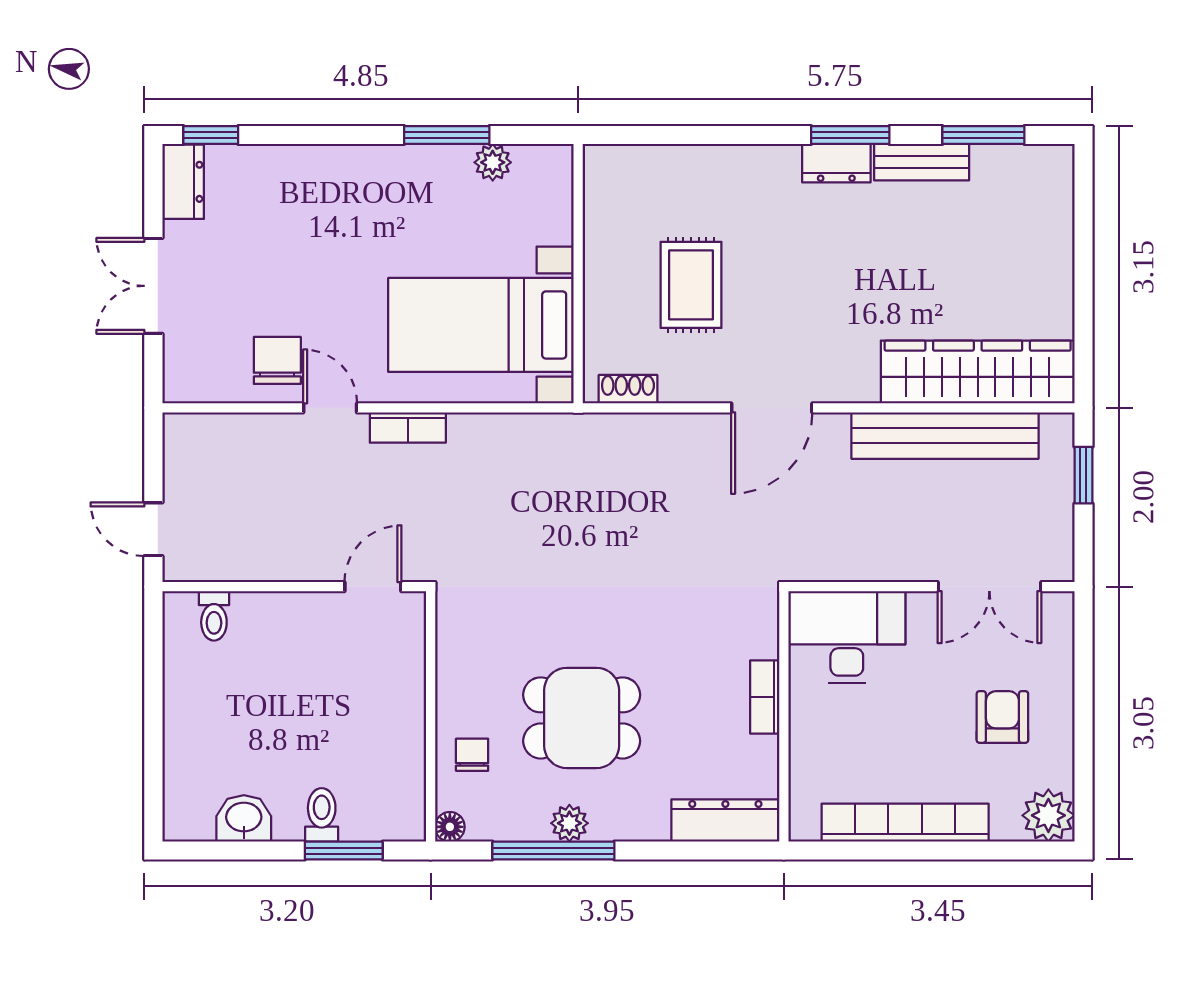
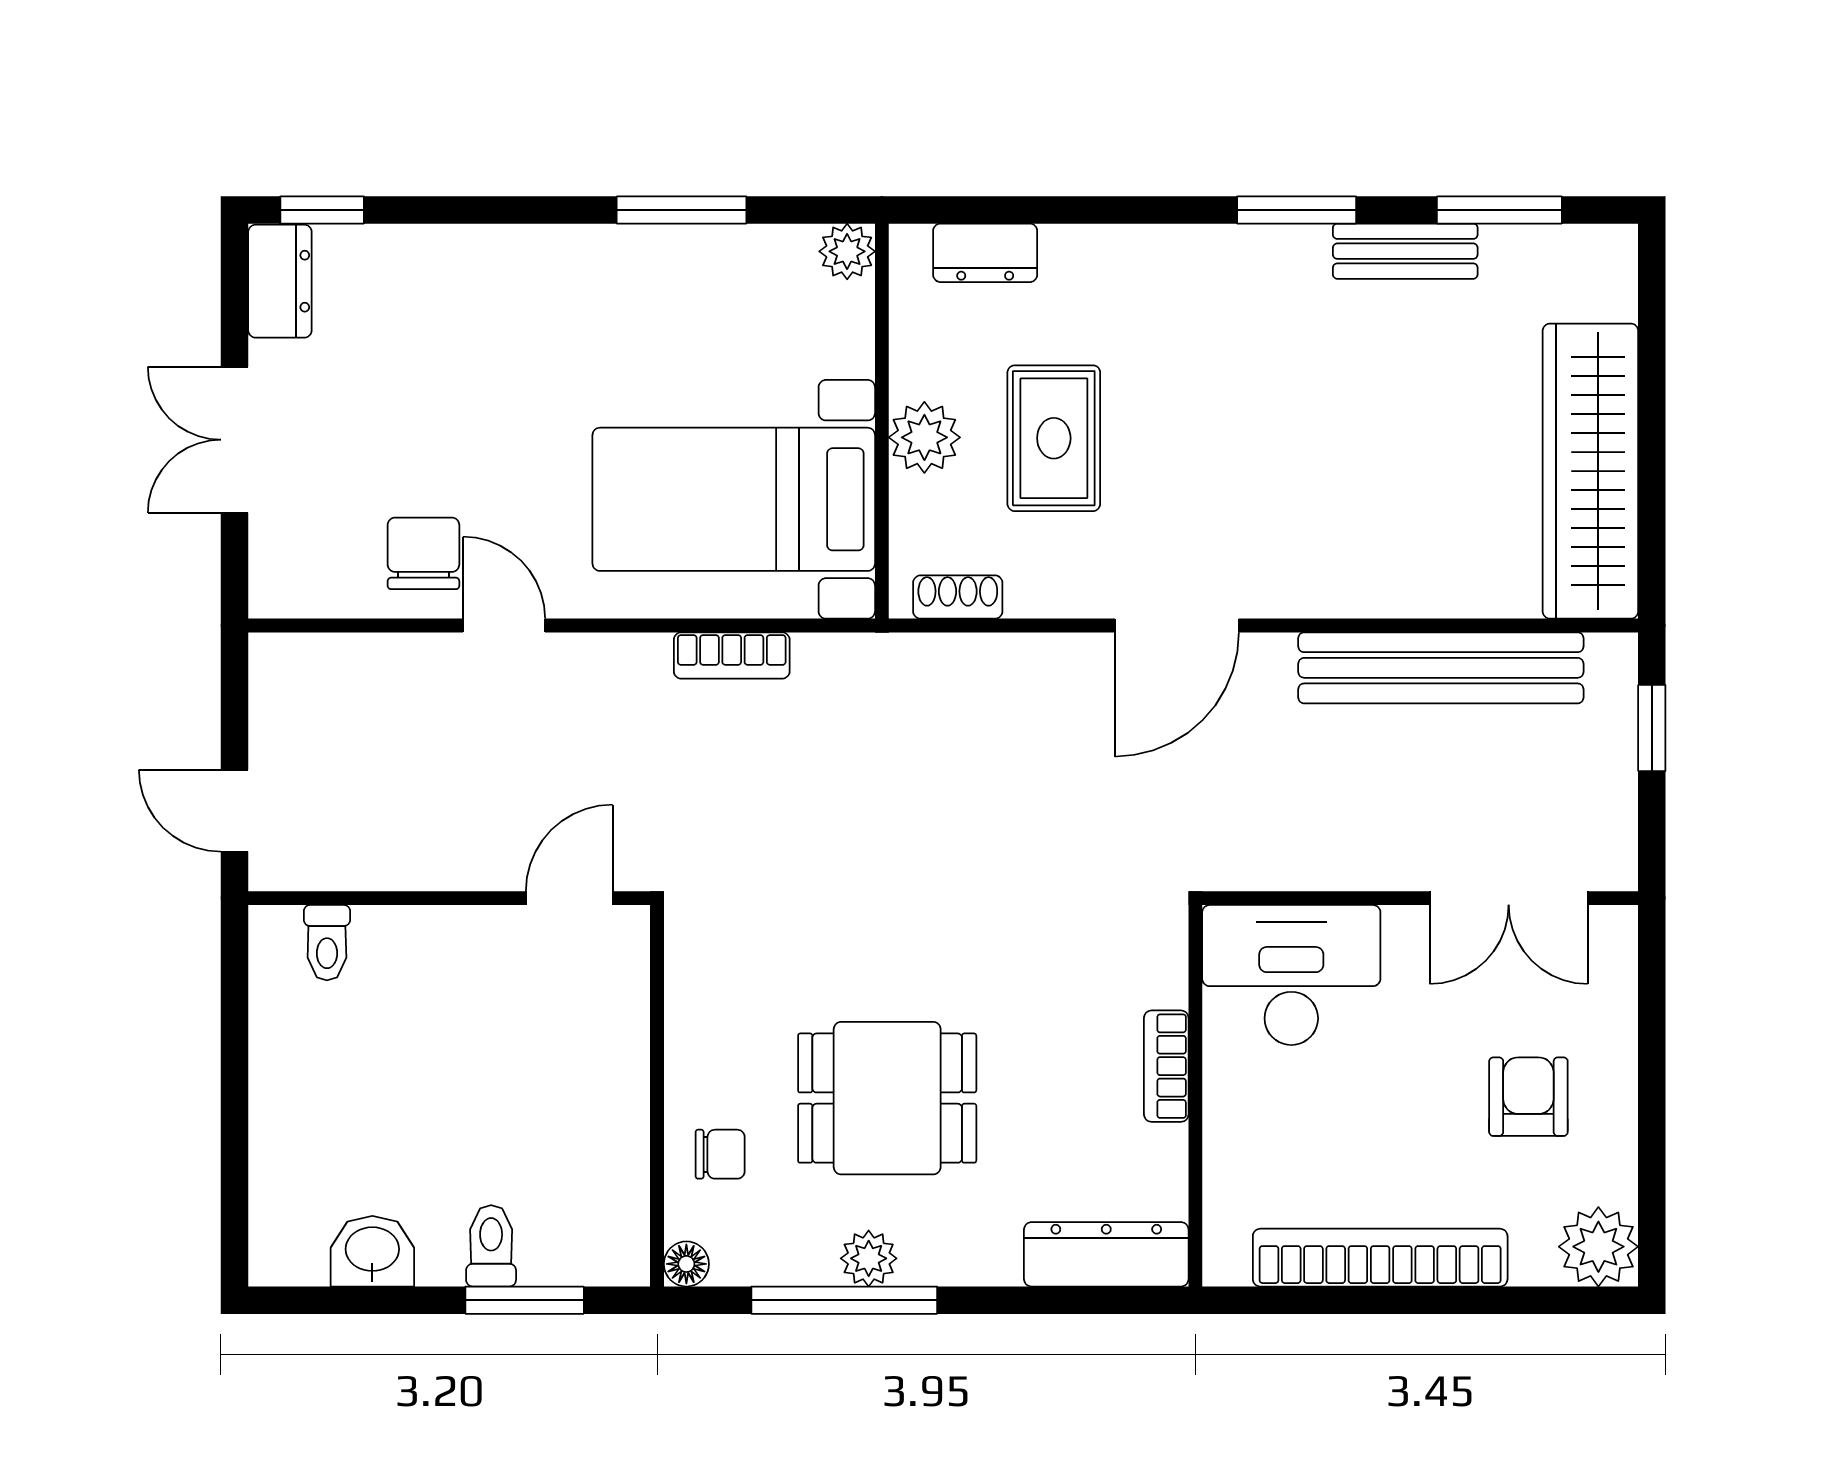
plant: (493, 162) -> (847, 251), moved
dresser: (836, 163) -> (985, 253), moved
plant: (606, 284) -> (924, 437), added
wardrobe: (978, 372) -> (1590, 471), moved, turned -90
bookcase: (408, 427) -> (732, 656), moved
chair: (472, 755) -> (720, 1154), turned 90

